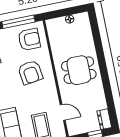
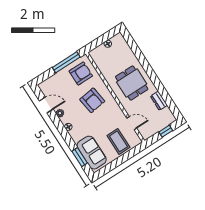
dining table: (79, 70) -> (132, 83), turned 90
dresser: (104, 119) -> (159, 101), moved

